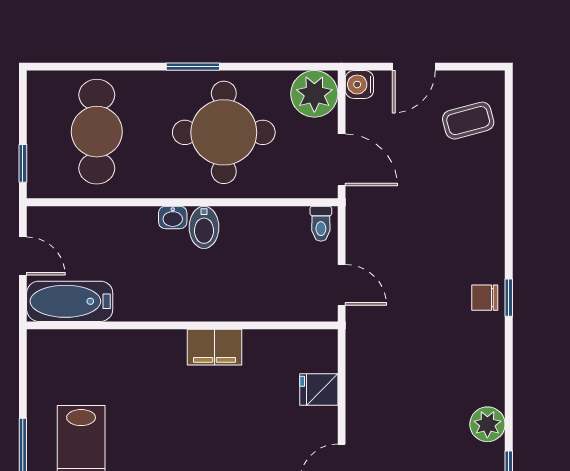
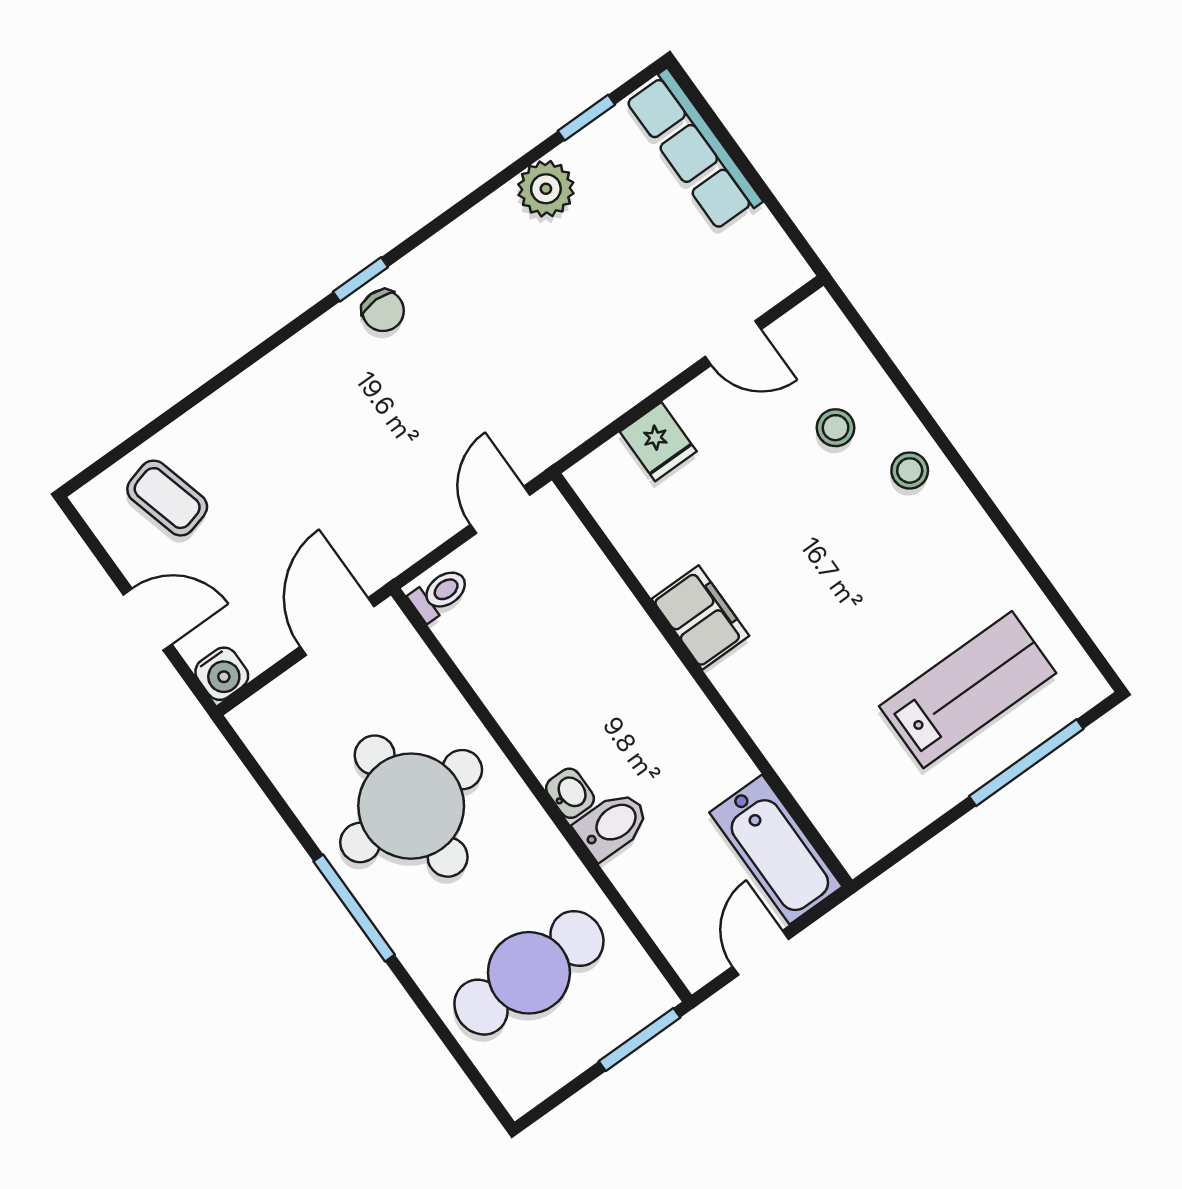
window: (193, 67) -> (354, 908), width x1.44
plant: (314, 94) -> (276, 724), removed
window: (23, 163) -> (640, 1039), width x1.50
bidet: (204, 227) -> (612, 825), moved

